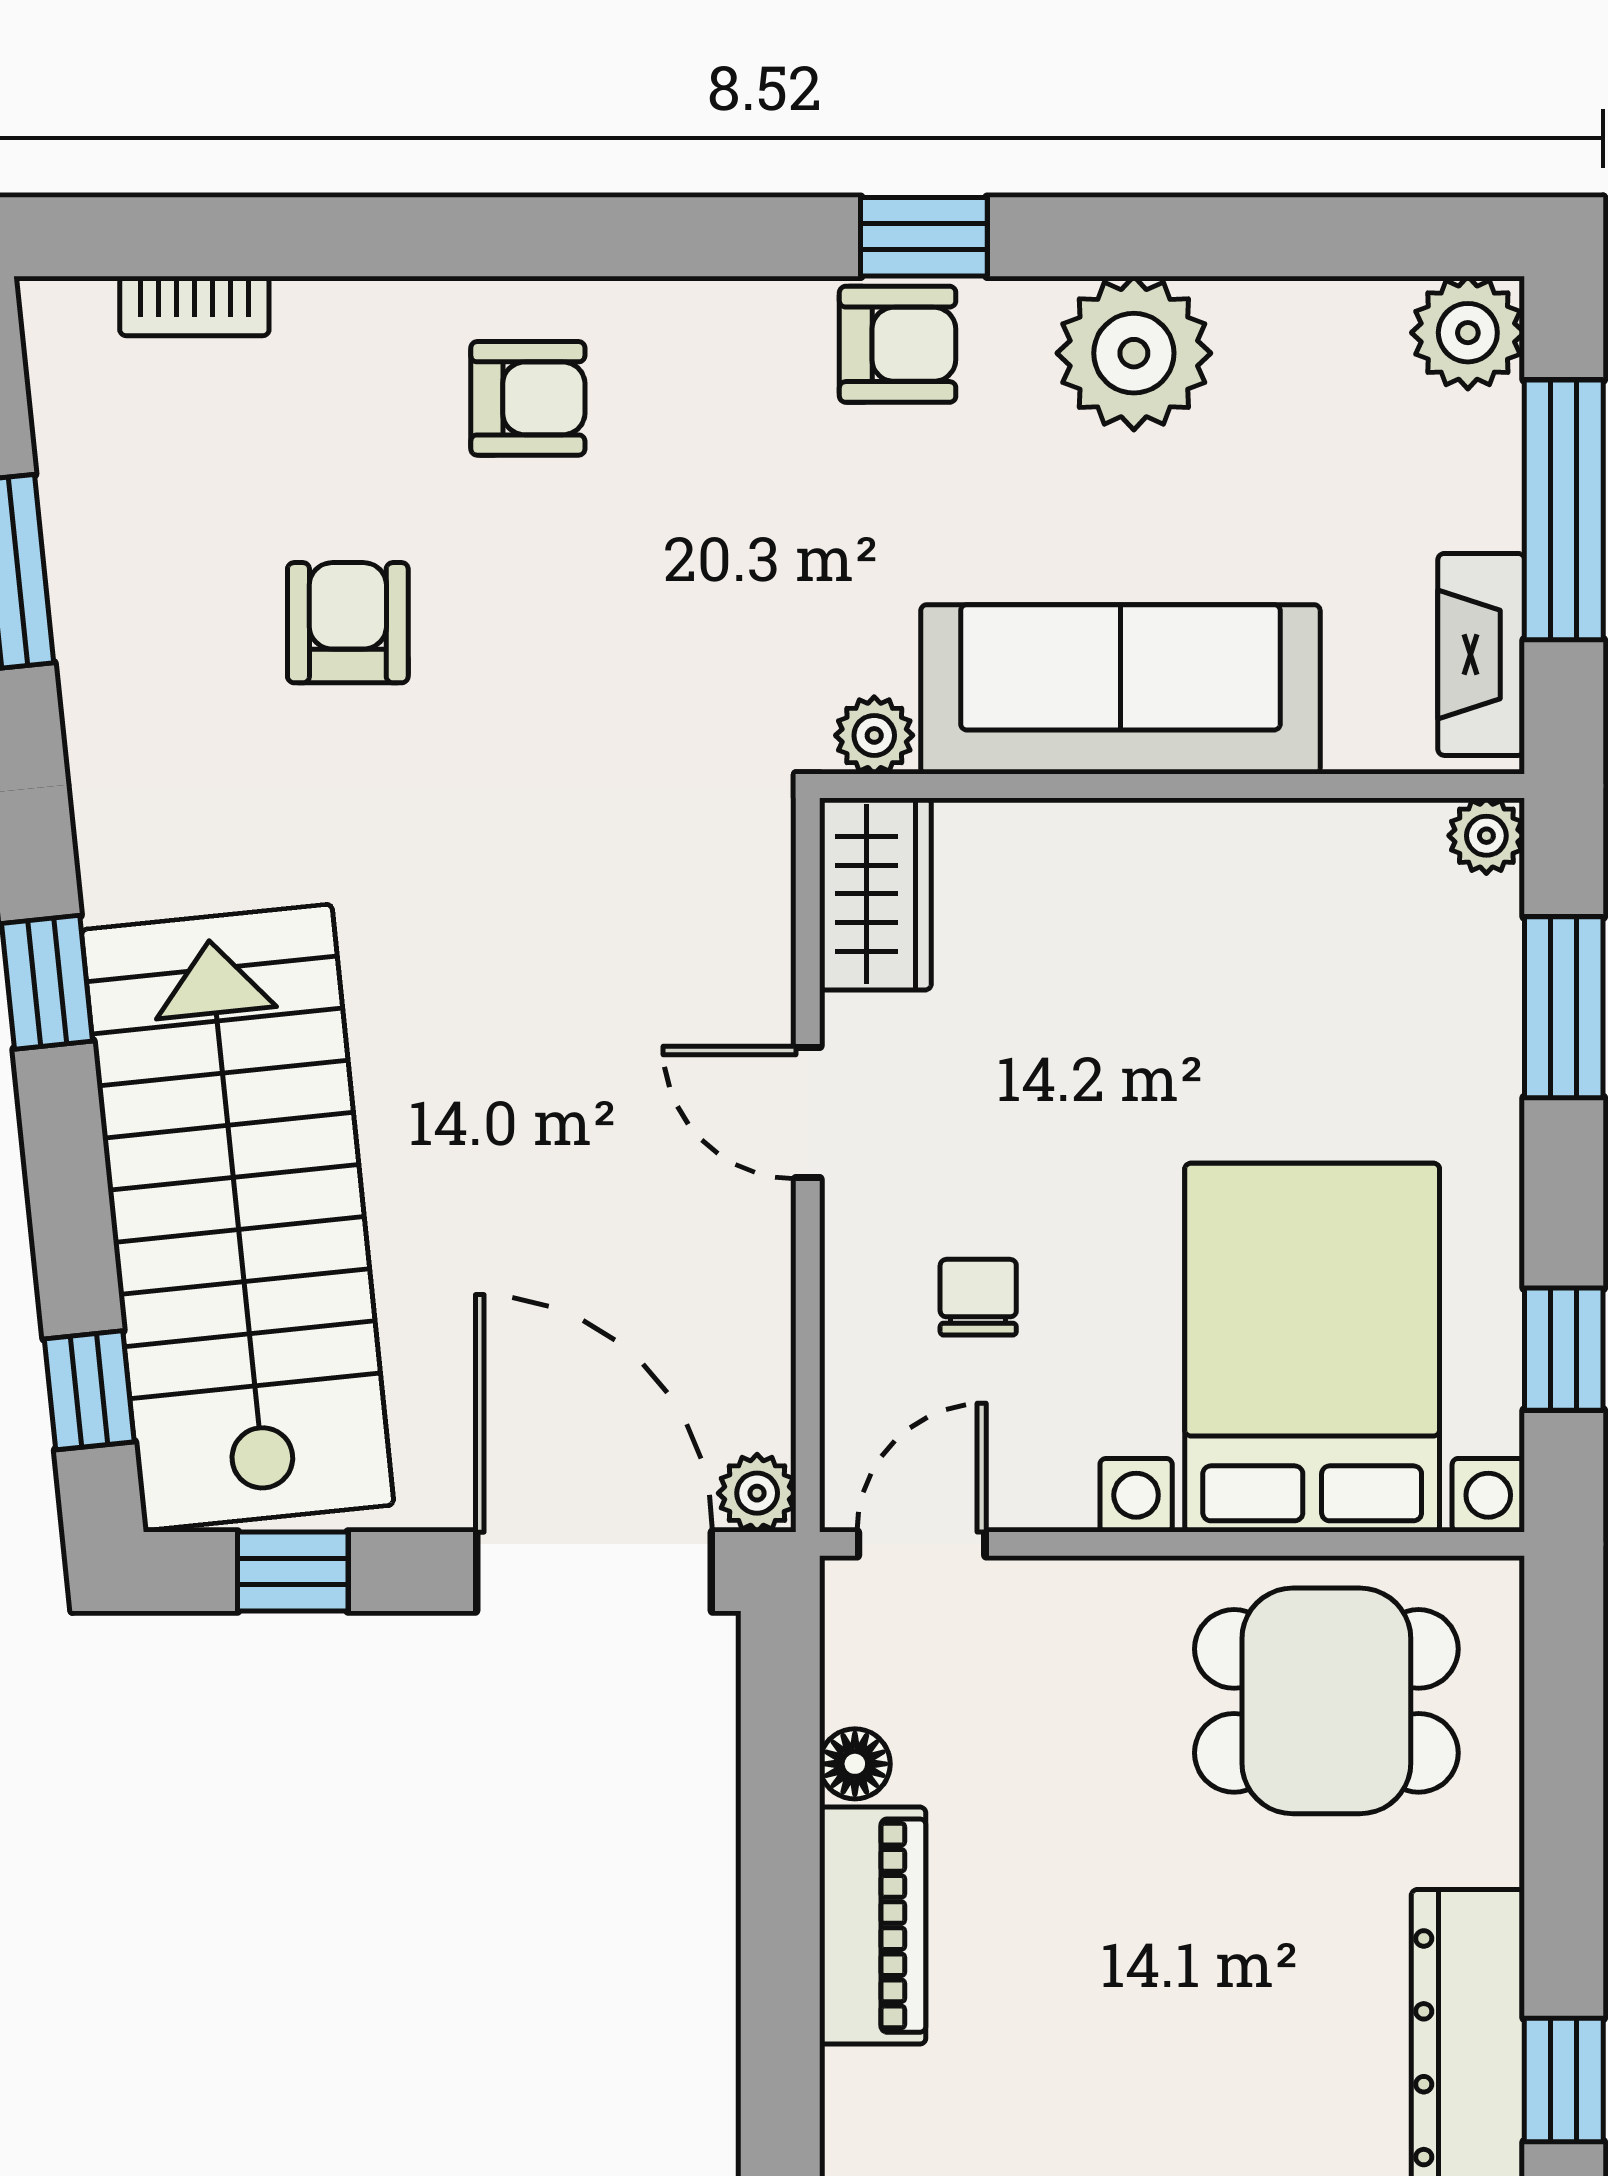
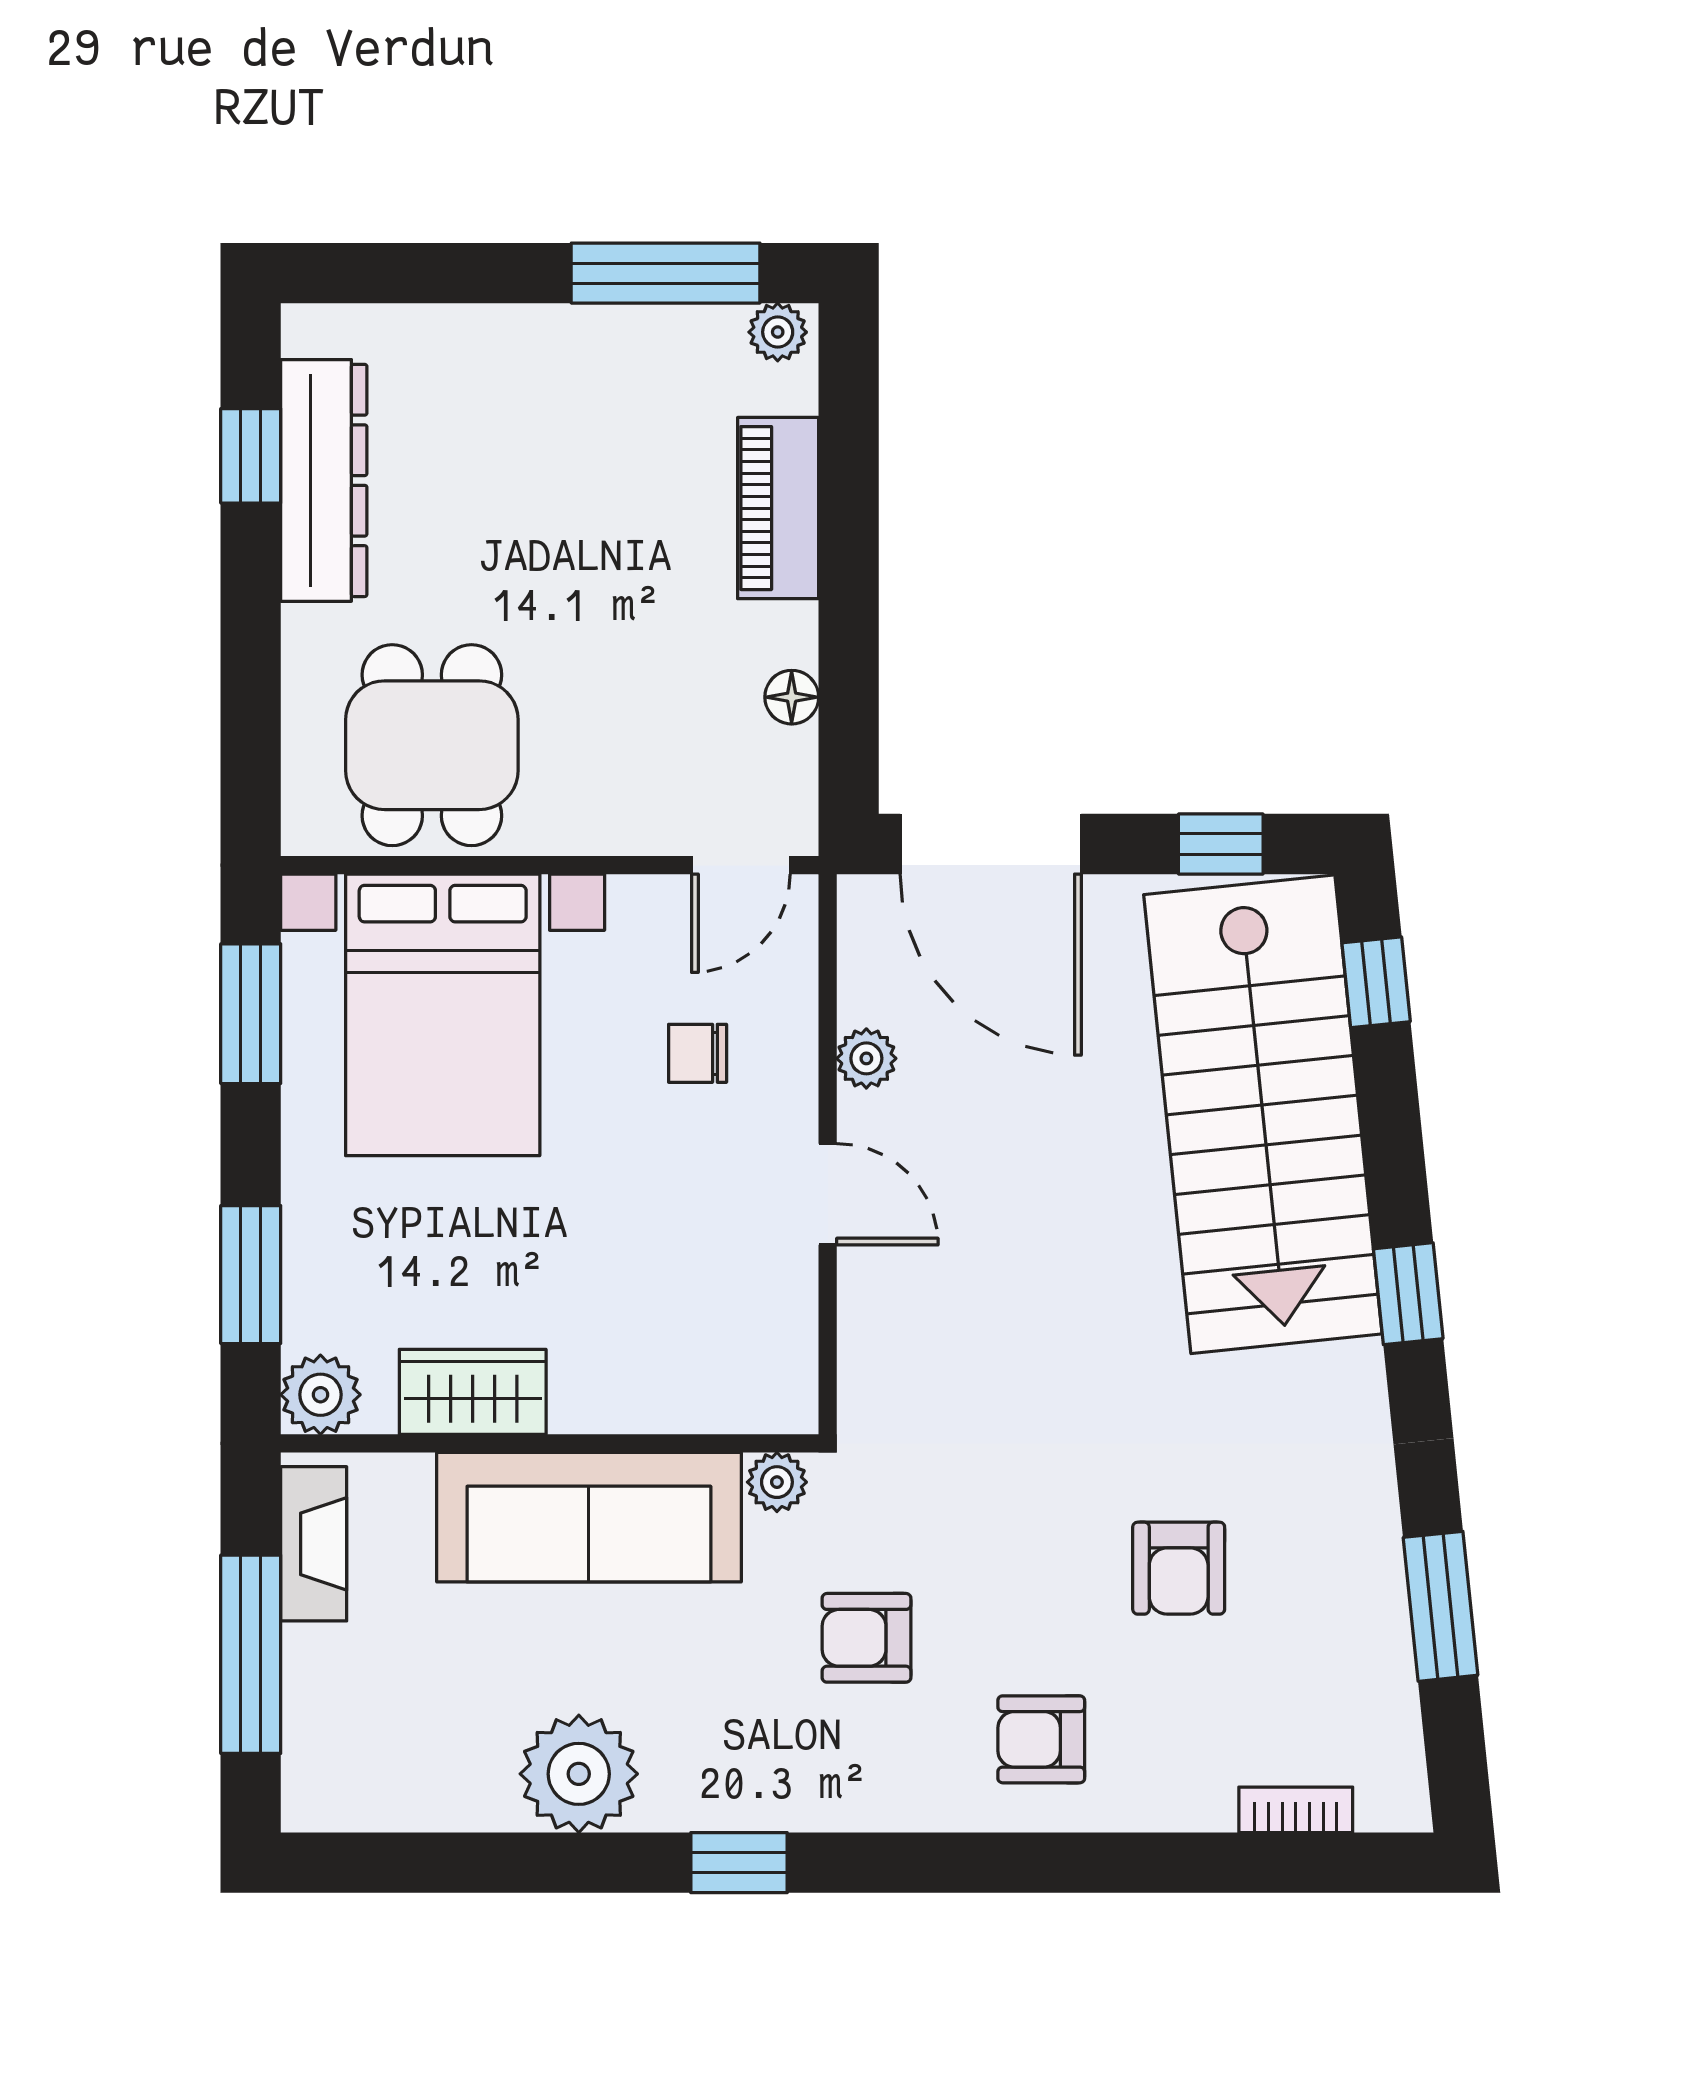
plant: (1468, 333) -> (324, 1789), removed
armchair: (898, 344) -> (866, 1638), moved
plant: (1486, 836) -> (320, 1395), width x1.38, depth x1.38
wardrobe: (875, 894) -> (473, 1392), moved, turned 90
chair: (978, 1297) -> (698, 1053), turned 90
window: (1564, 1349) -> (251, 1014), width x1.50
plant: (757, 1493) -> (866, 1058), moved
dining table: (1326, 1701) -> (432, 745), turned 90
piano: (873, 1926) -> (778, 508), moved

